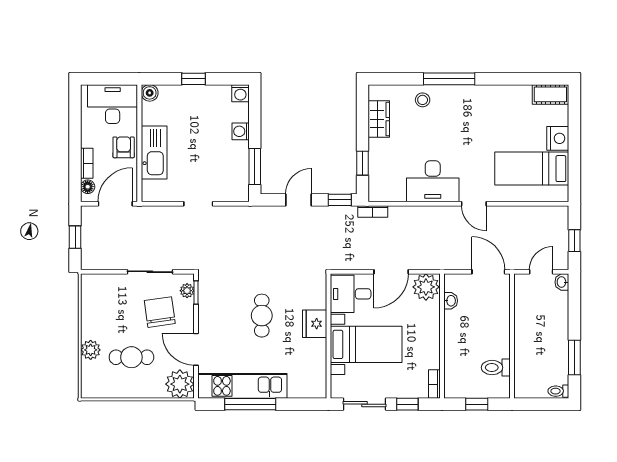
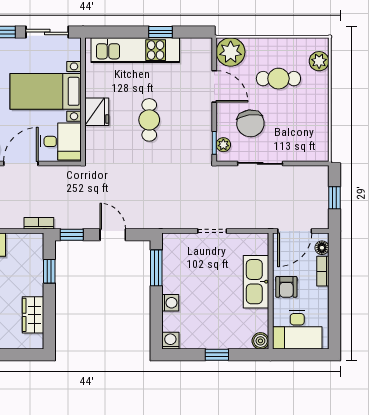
door: (298, 200) -> (113, 235), swing flipped
plant: (91, 350) -> (319, 61), moved
kitchen unit: (242, 386) -> (135, 50), moved
window: (250, 404) -> (161, 32), width x0.46

